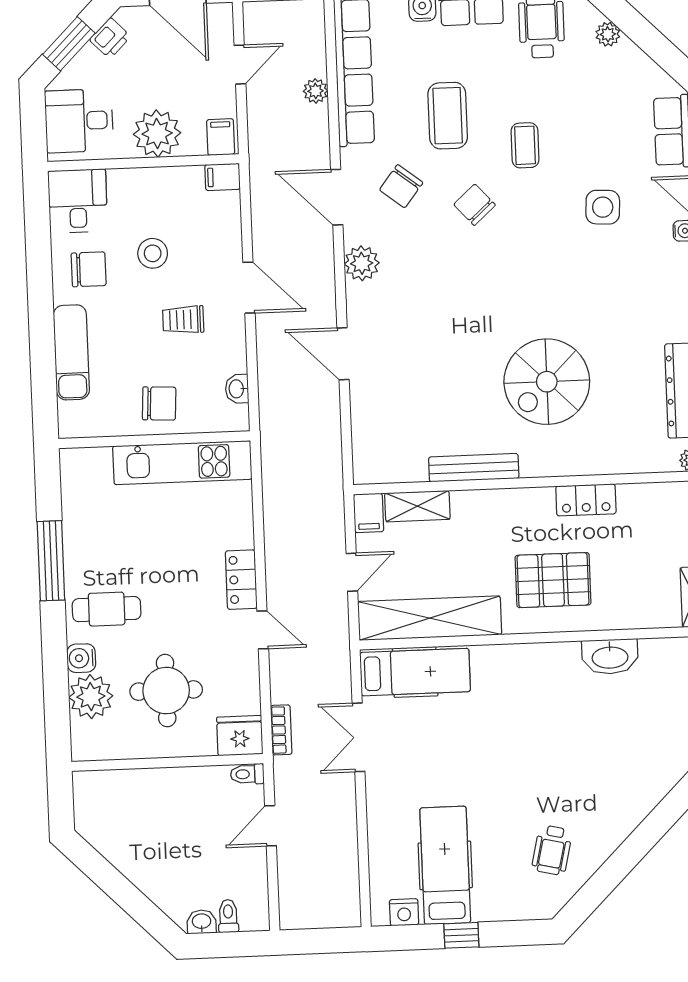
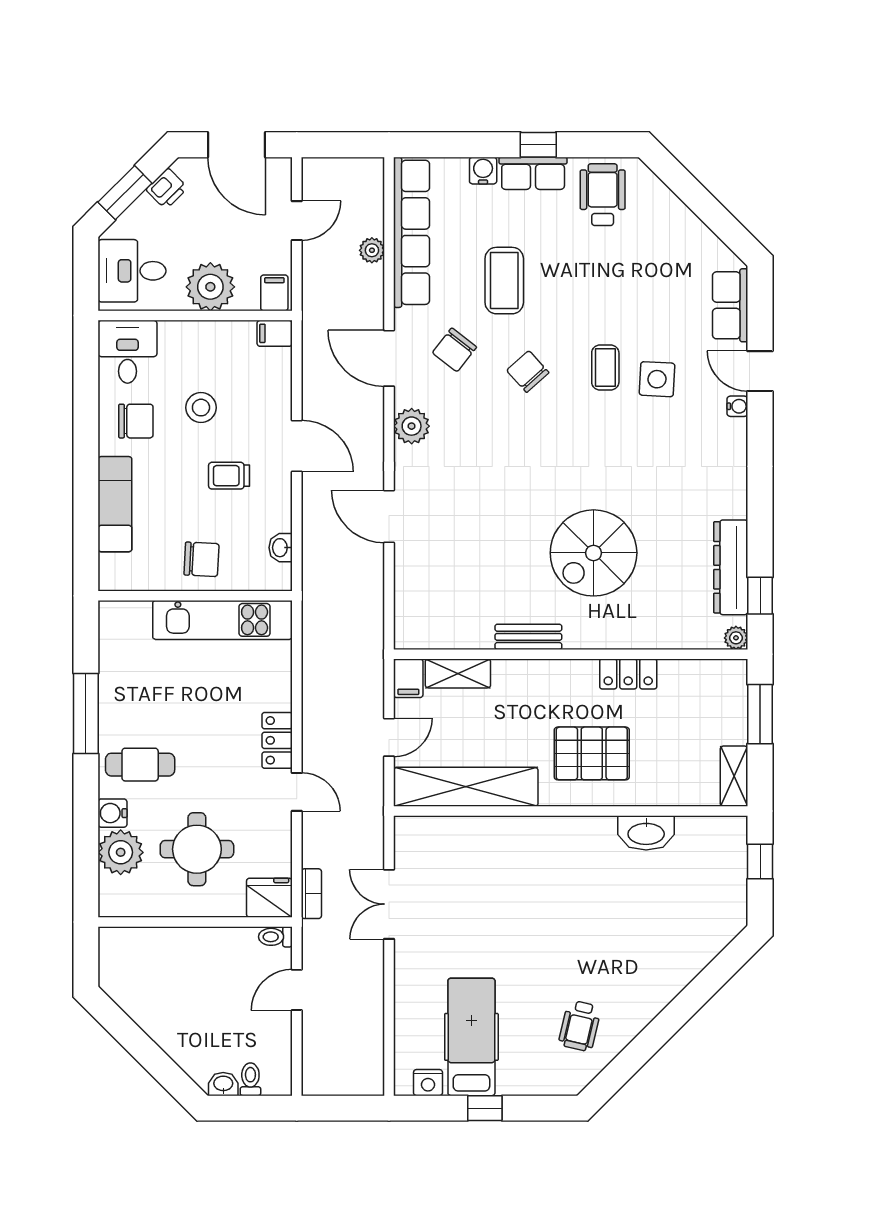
plant: (608, 34) -> (669, 205), removed
coffee table: (525, 145) -> (605, 368), moved
bench: (474, 468) -> (528, 637), width x0.73
hospital bed: (415, 672) -> (449, 841), removed

